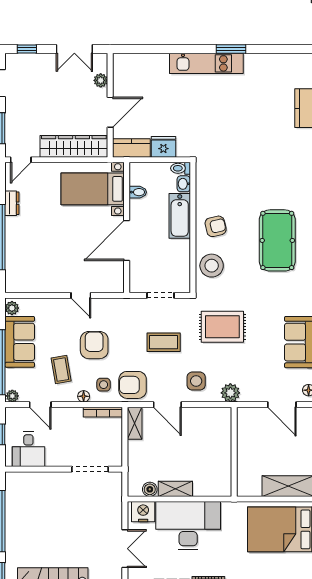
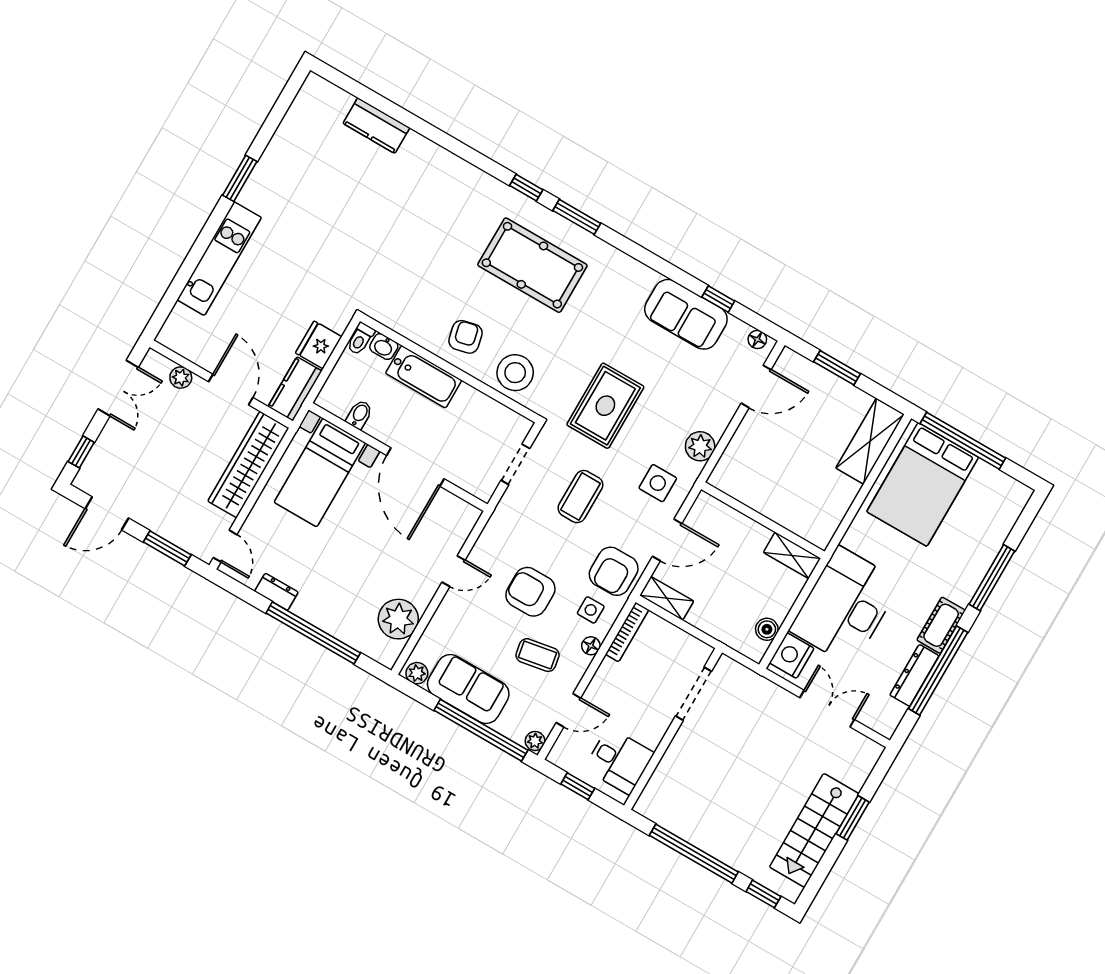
kitchen unit: (206, 63) -> (219, 259), moved
plant: (36, 280) -> (398, 619), added
wall: (234, 452) -> (763, 520), moved
shelving: (175, 489) -> (792, 555), moved, turned 90

